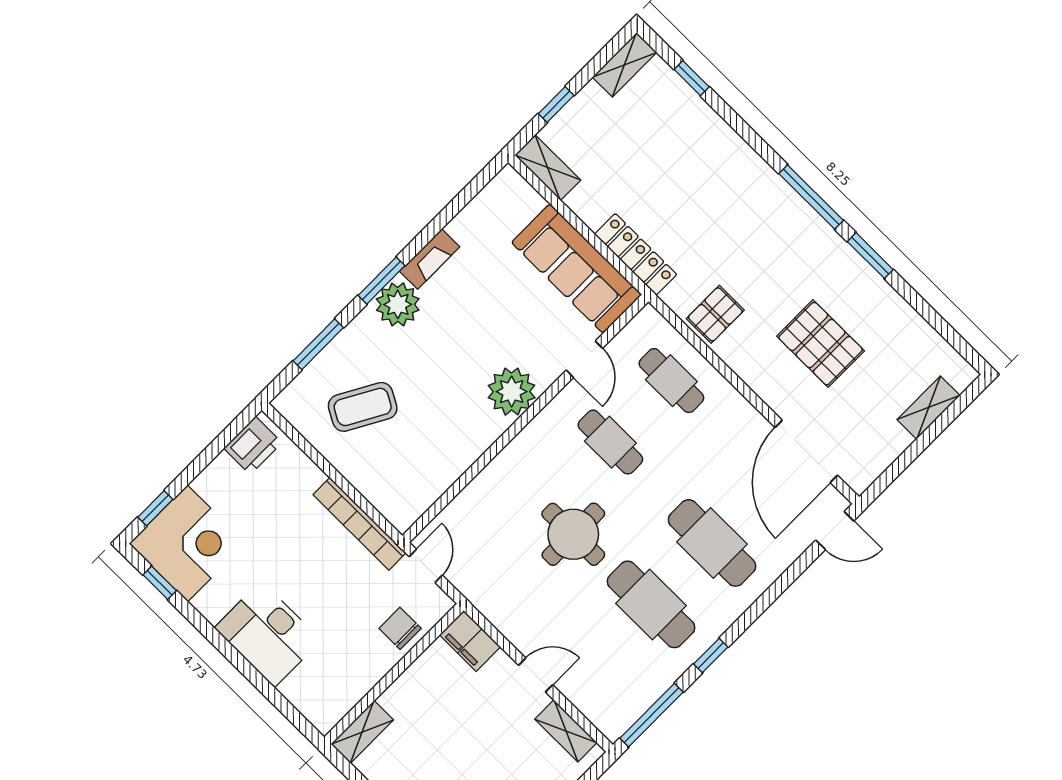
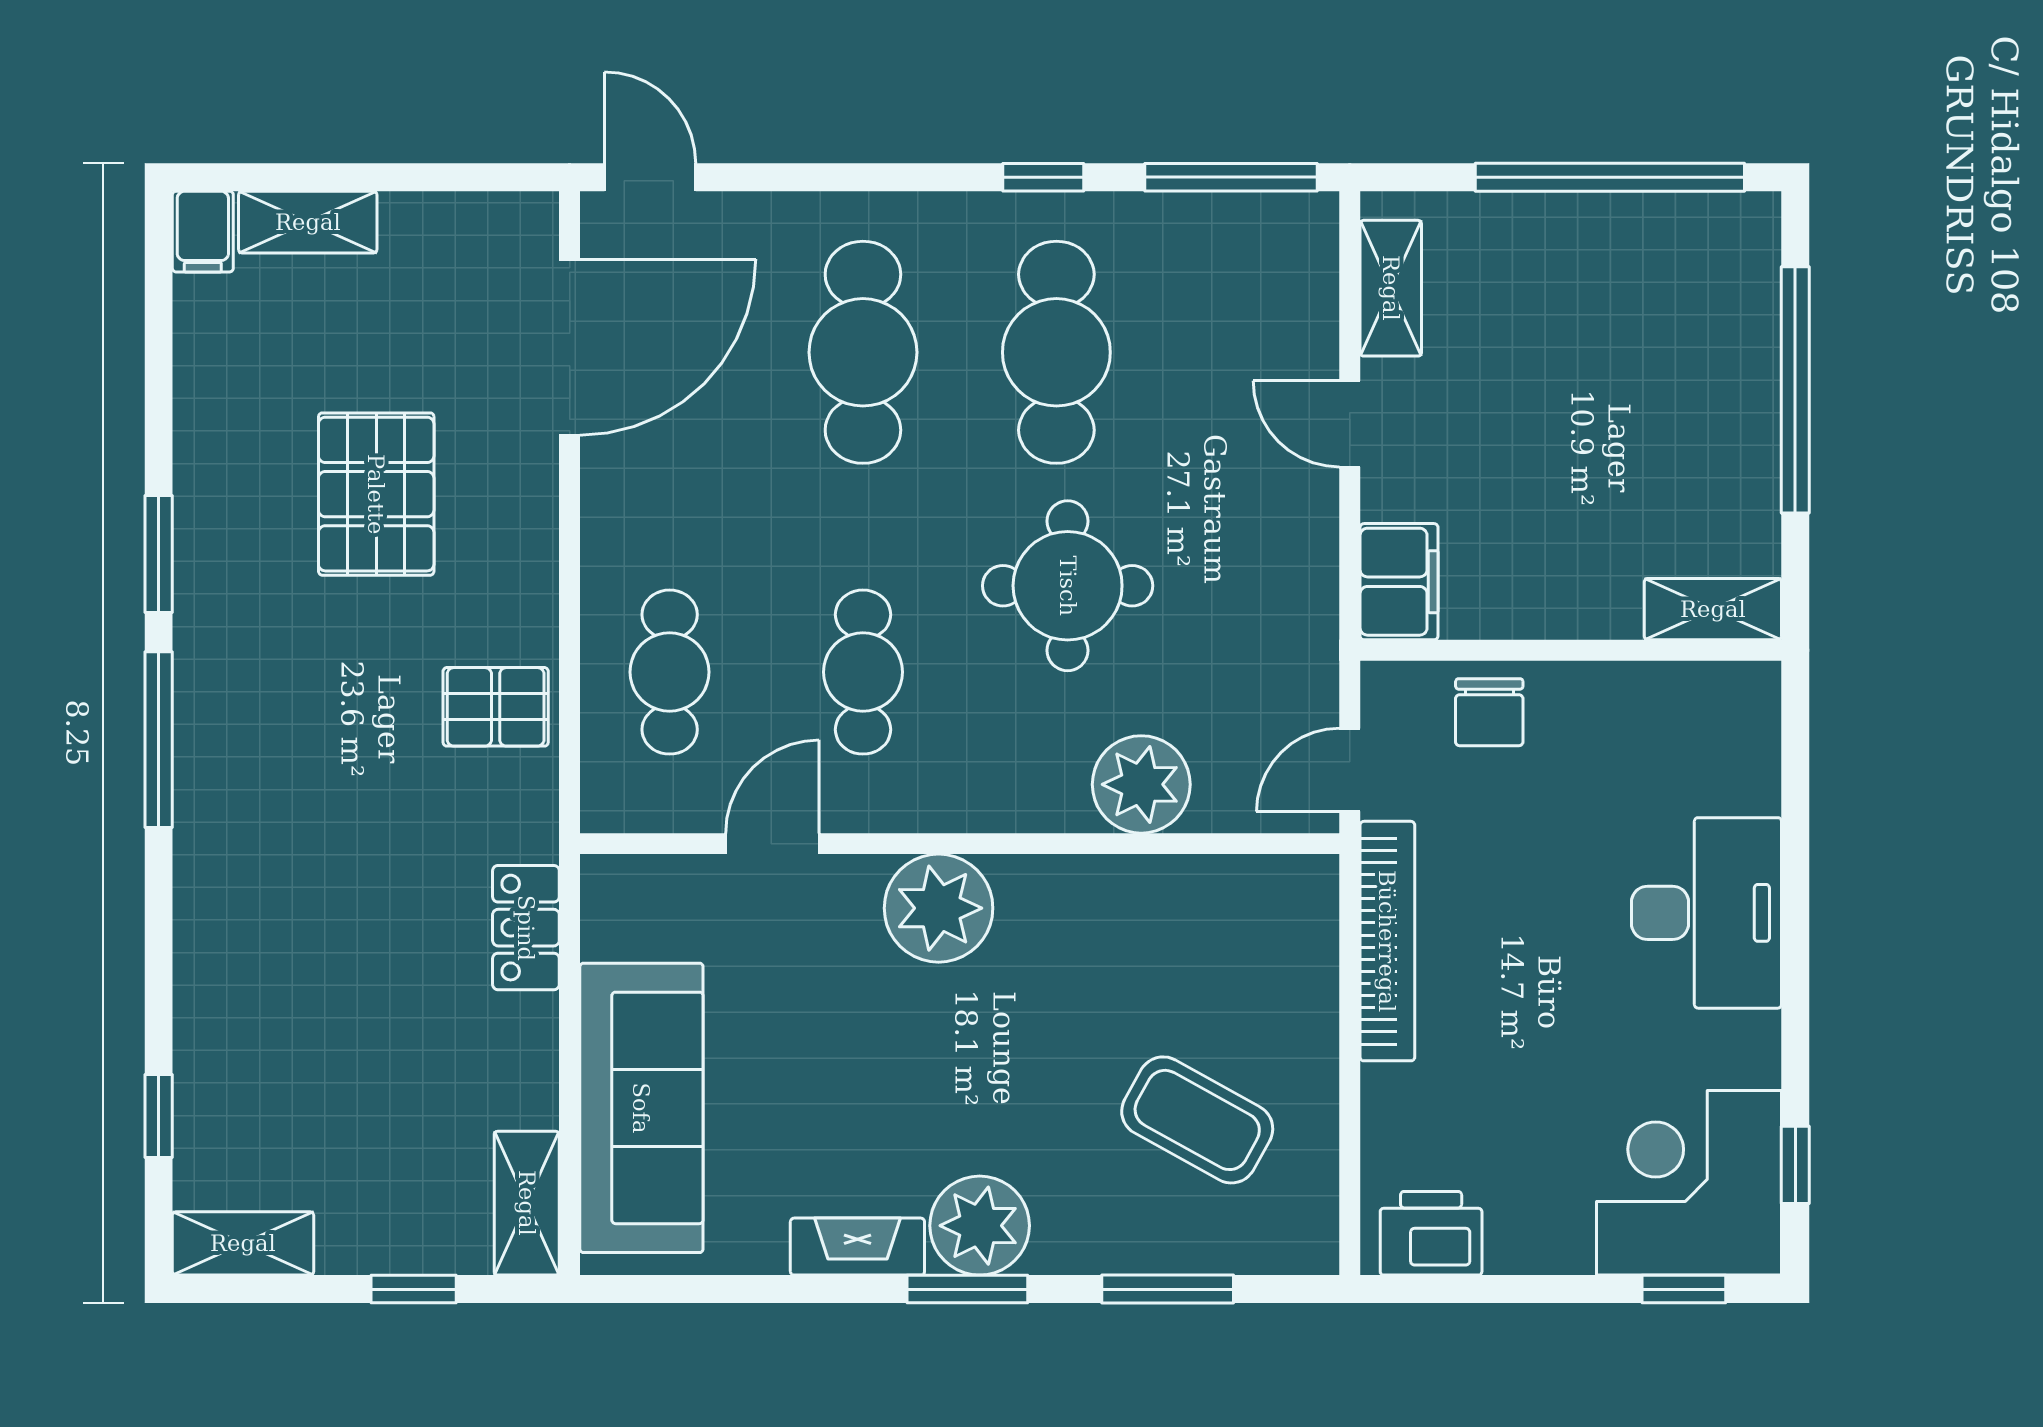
locker: (636, 254) -> (526, 928), width x0.66
sofa: (576, 269) -> (641, 1108), moved
filing cabinet: (959, 371) -> (203, 232), added
plant: (487, 495) -> (1141, 784), added

